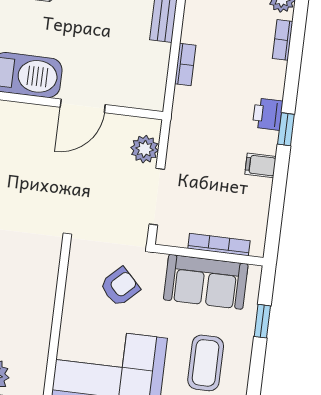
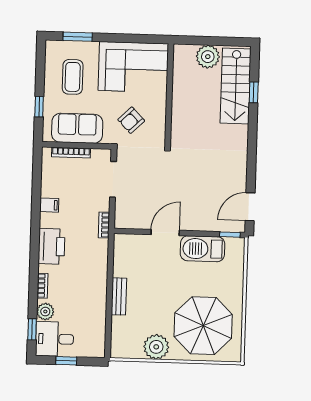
bookcase: (185, 64) -> (104, 225), moved
printer: (268, 114) -> (52, 246), width x1.87, depth x1.48
window: (286, 129) -> (35, 229), removed
plant: (145, 149) -> (124, 209), removed

